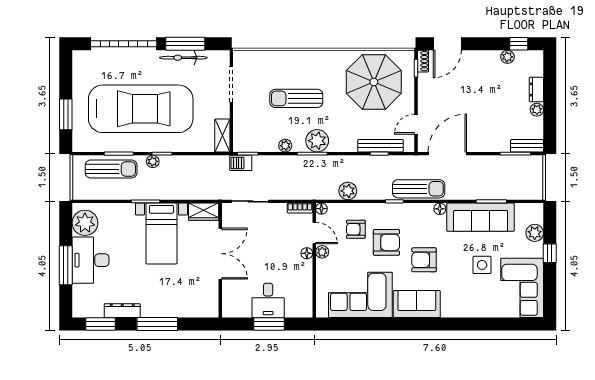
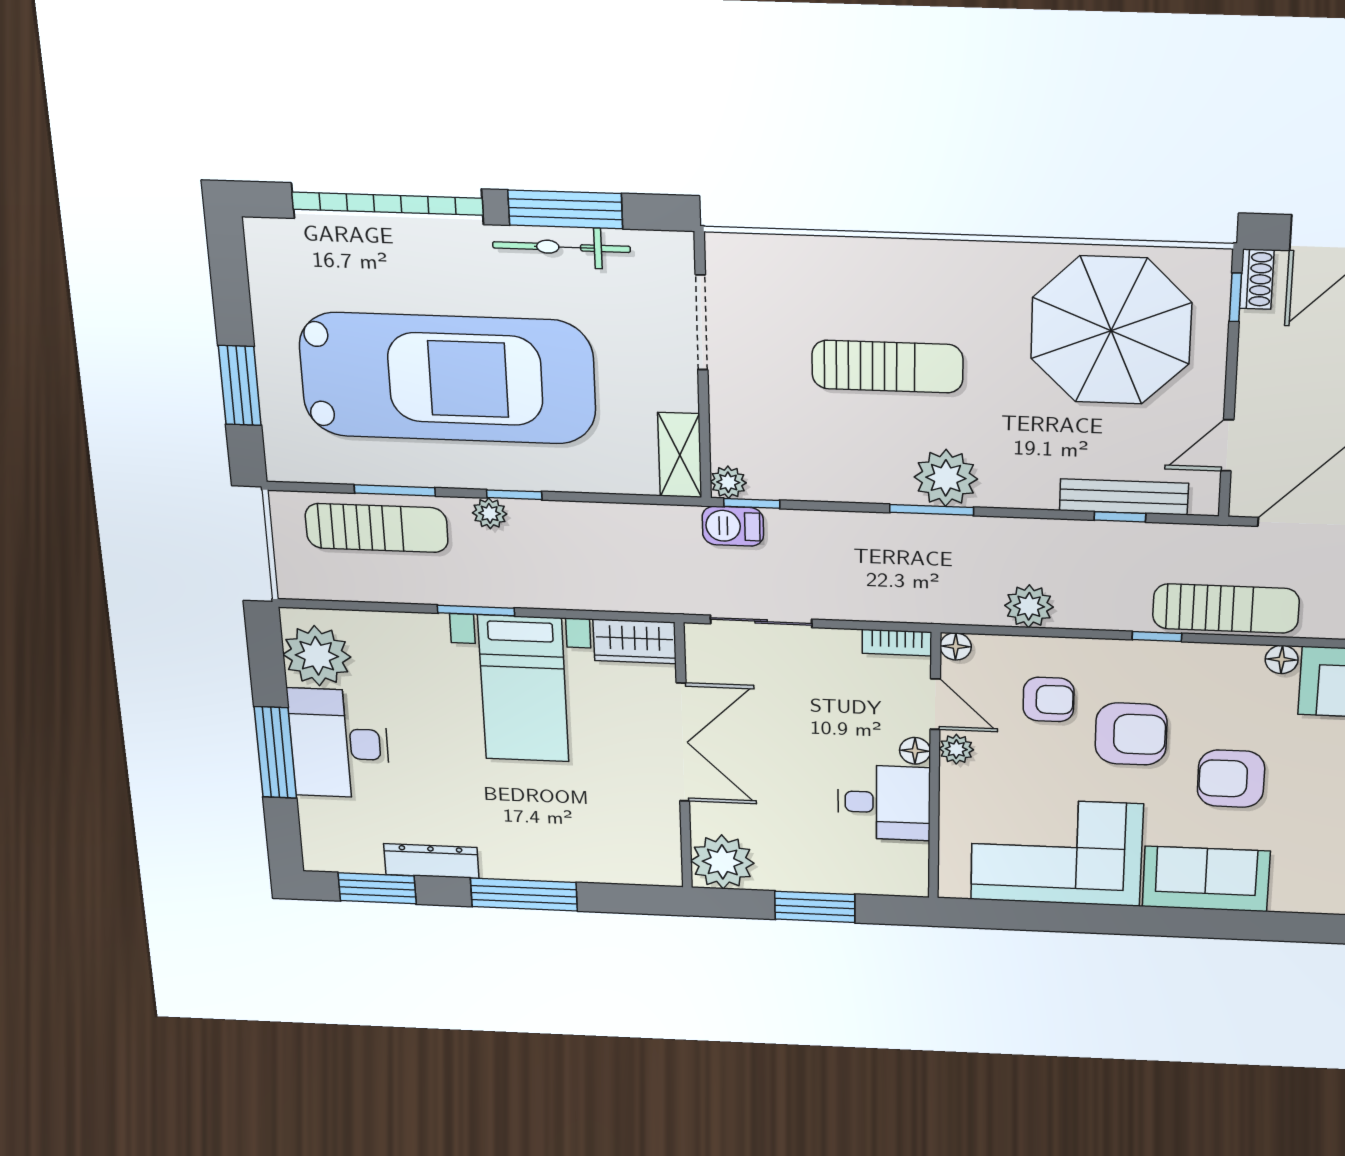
sun lounger: (296, 98) -> (887, 367), turned 180
plant: (285, 146) -> (728, 482), moved
armchair: (356, 229) -> (1049, 699), turned 180
desk: (268, 300) -> (884, 803), moved, turned -90
plant: (234, 305) -> (722, 862), added

